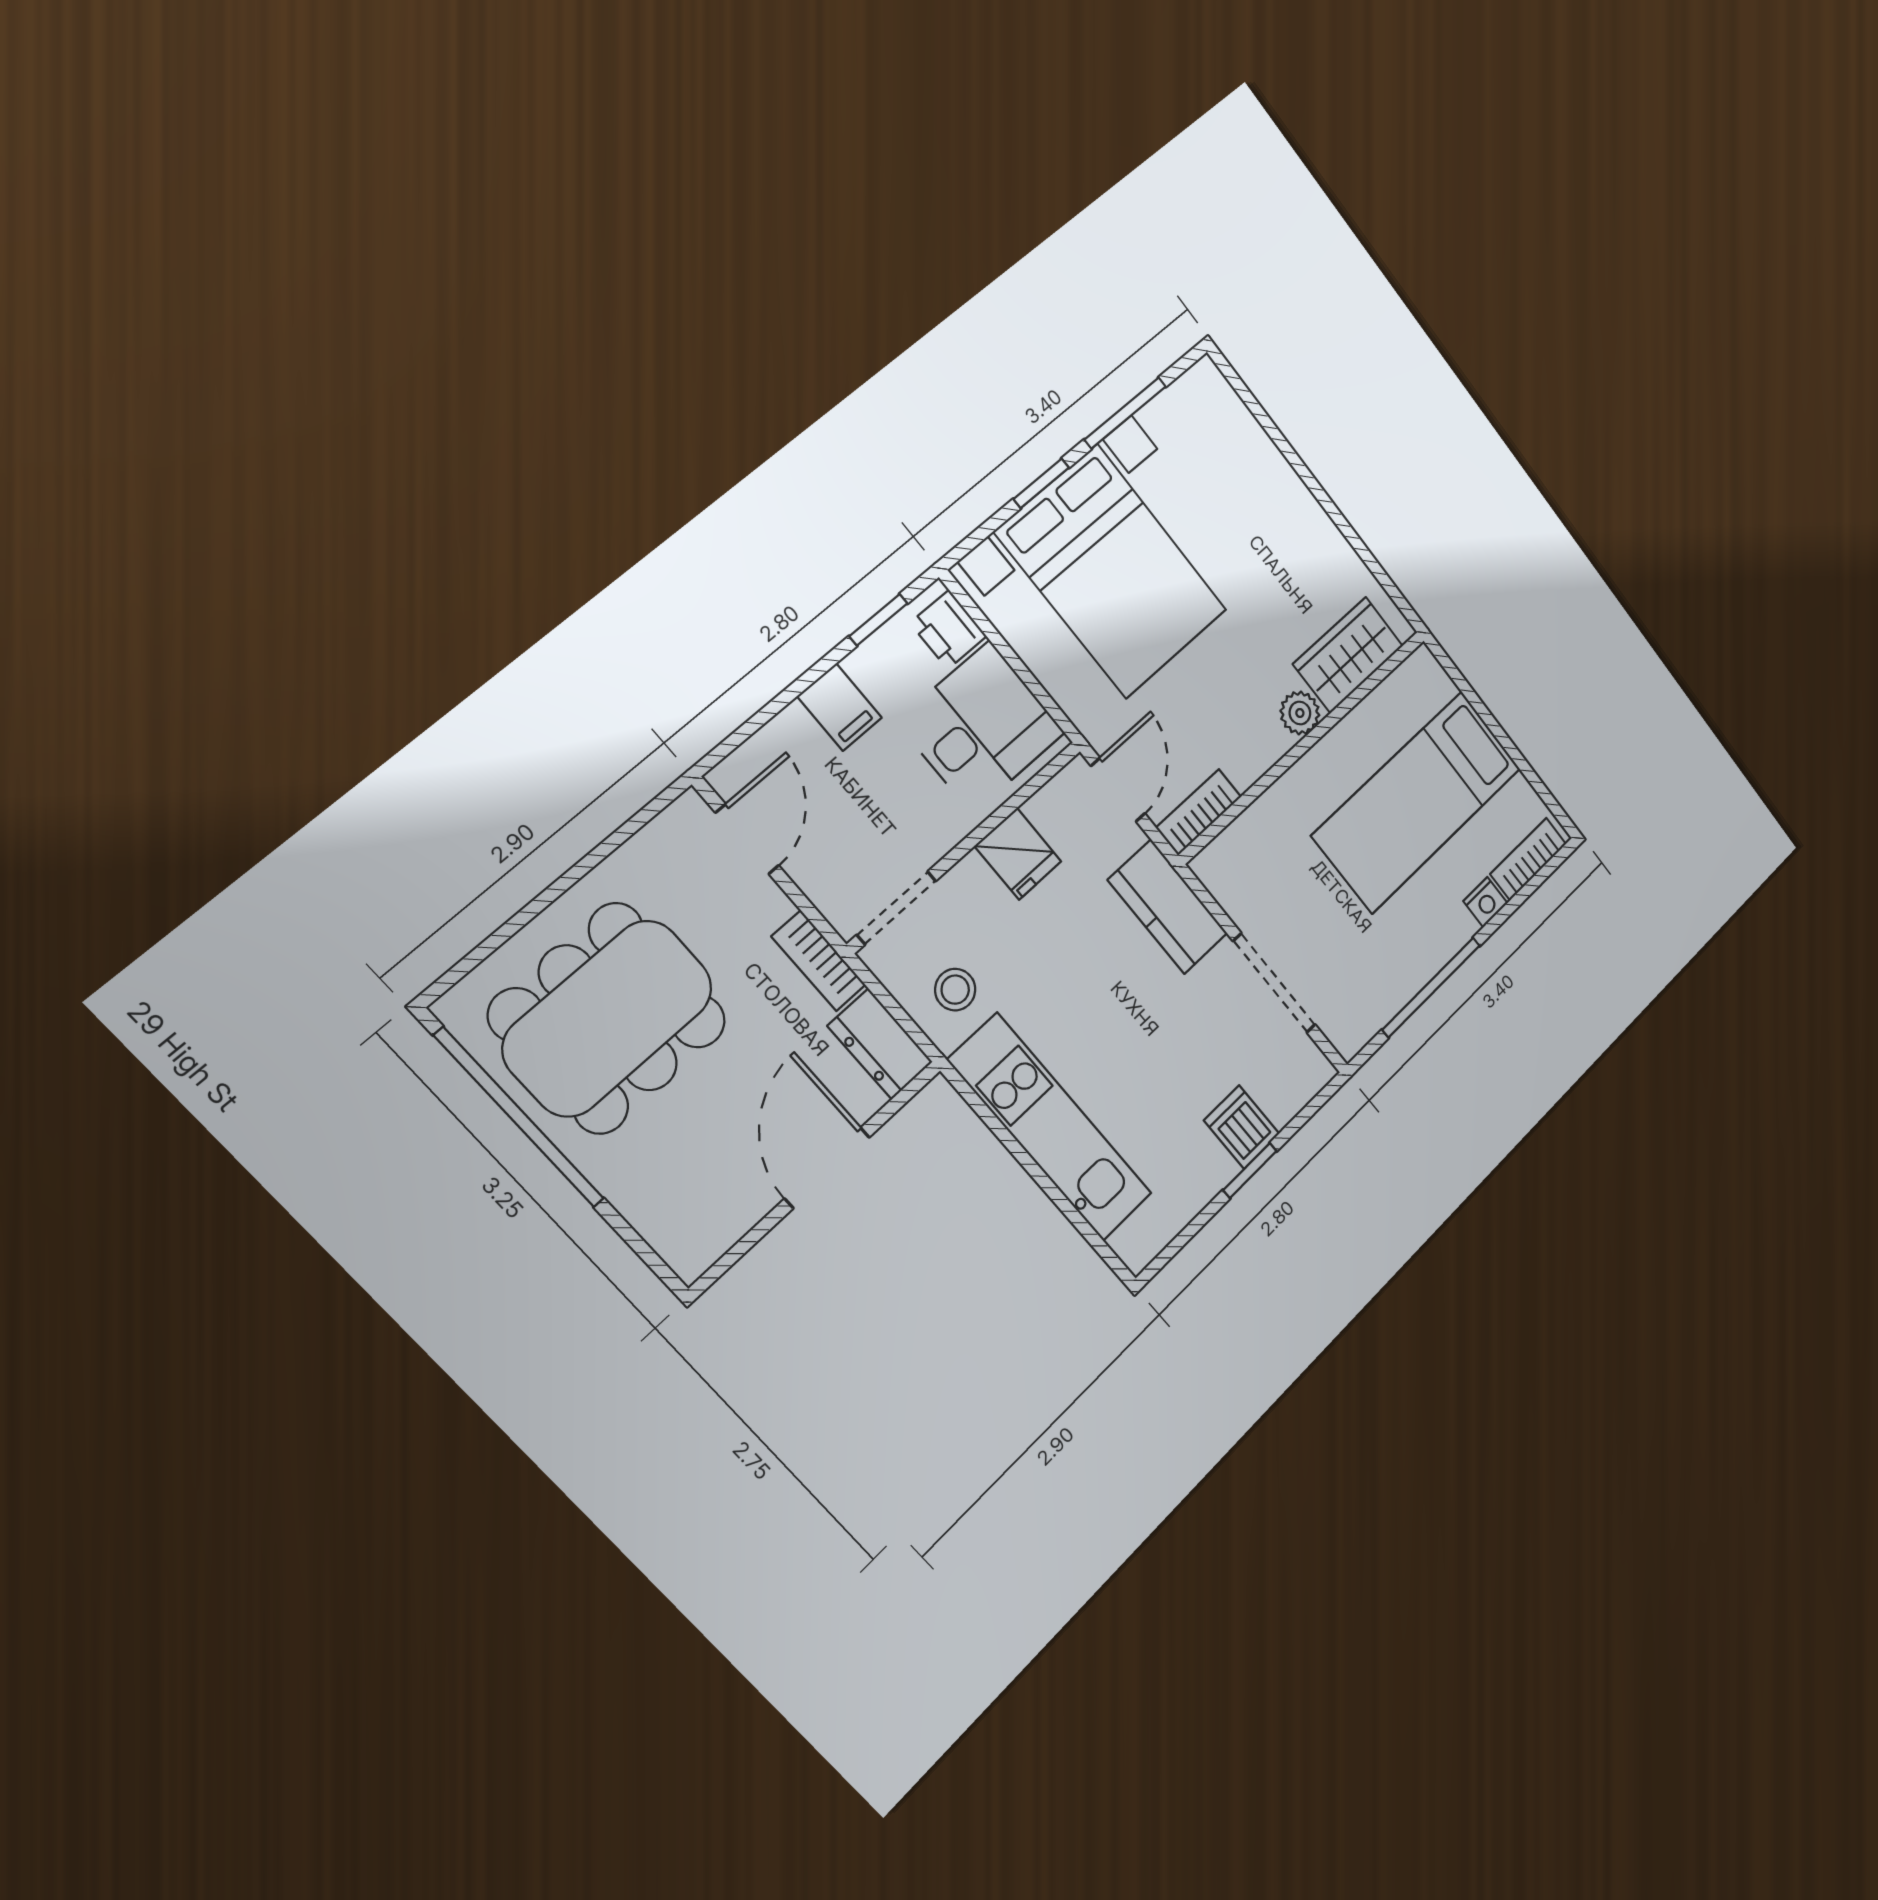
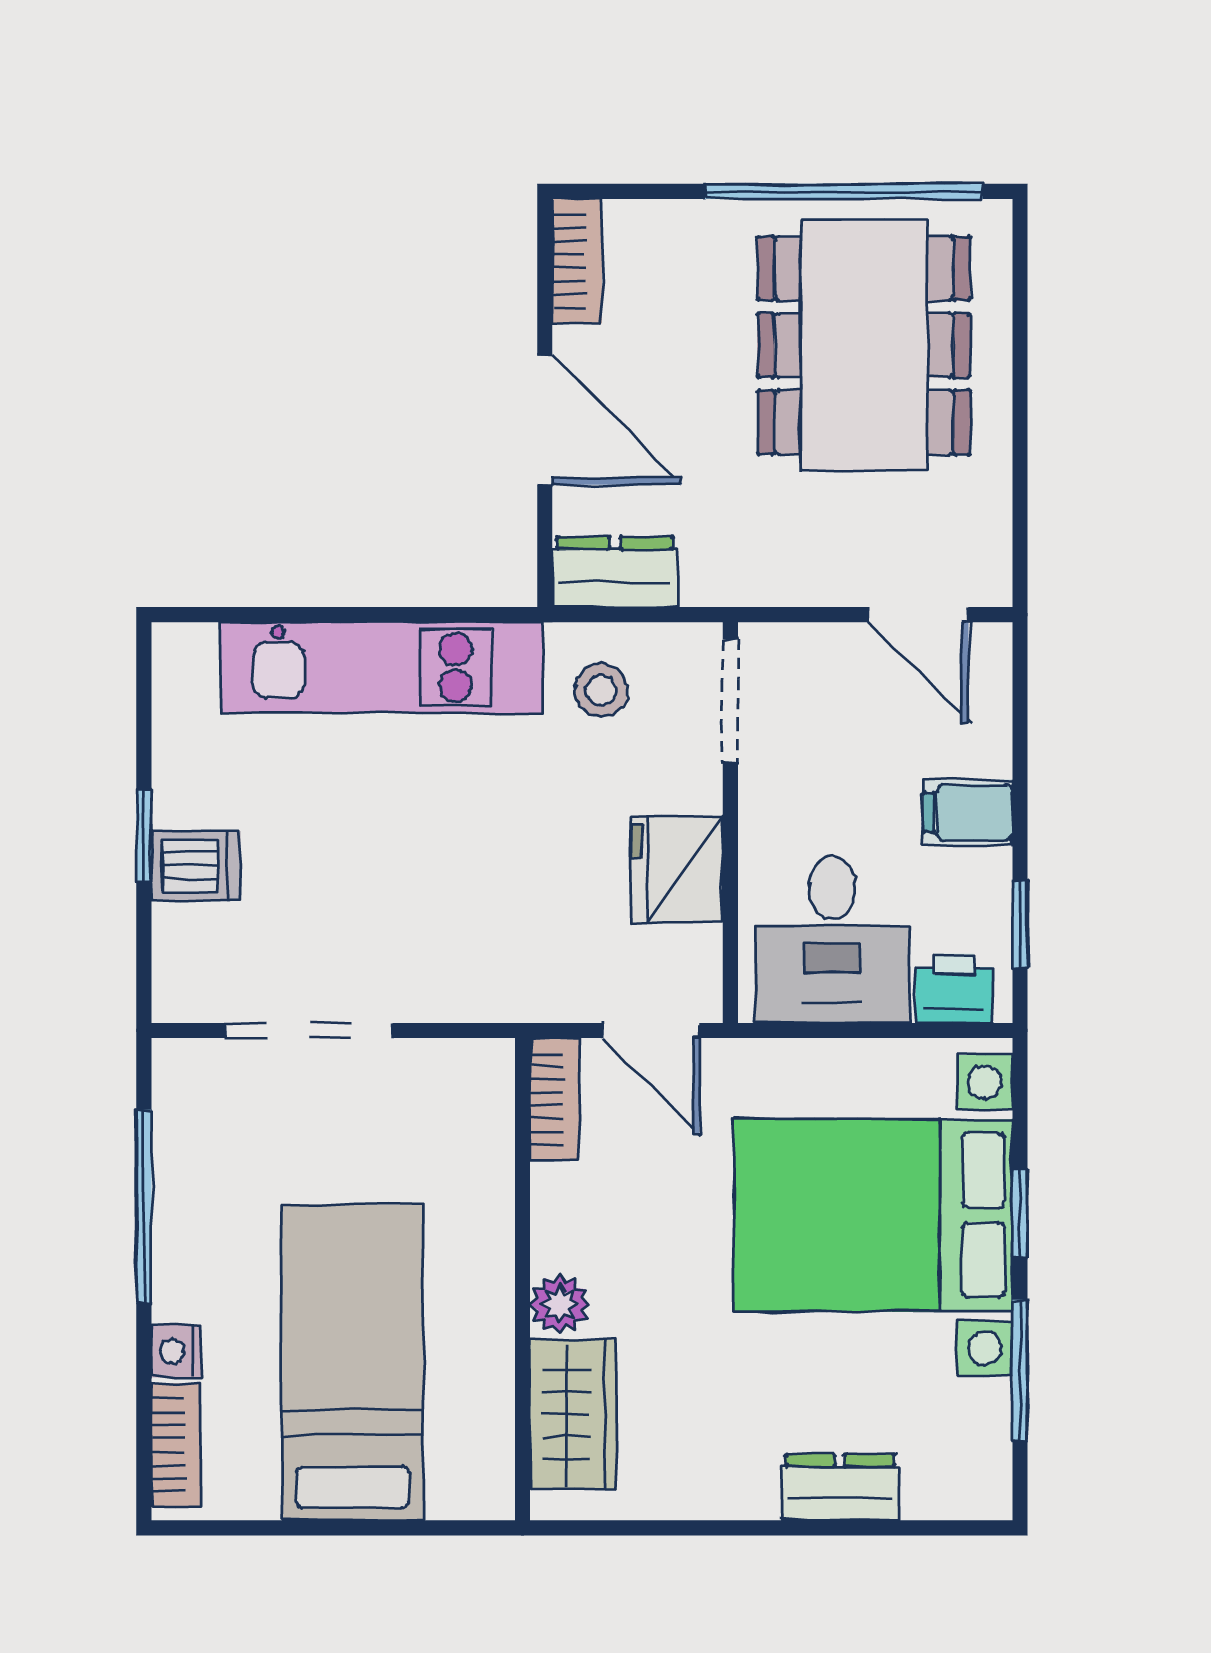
dresser: (1267, 469) -> (840, 1487), added
fridge: (1018, 854) -> (677, 869), width x1.38
kitchen counter: (1168, 907) -> (489, 982), removed
bookcase: (819, 961) -> (577, 261), moved, turned 90

